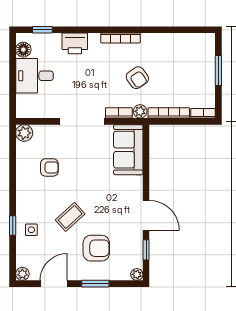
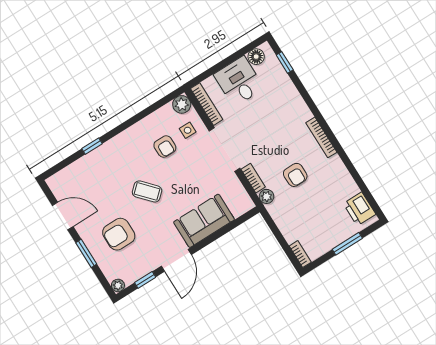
printer: (75, 43) -> (359, 209), moved
armchair: (137, 78) -> (295, 175), turned -55
bookcase: (169, 113) -> (207, 104), moved
sofa: (128, 150) -> (204, 221), moved
coffee table: (70, 217) -> (147, 191), moved
side table: (31, 230) -> (188, 130), moved
armchair: (96, 248) -> (119, 234), turned 90
plant: (22, 274) -> (54, 182), removed

